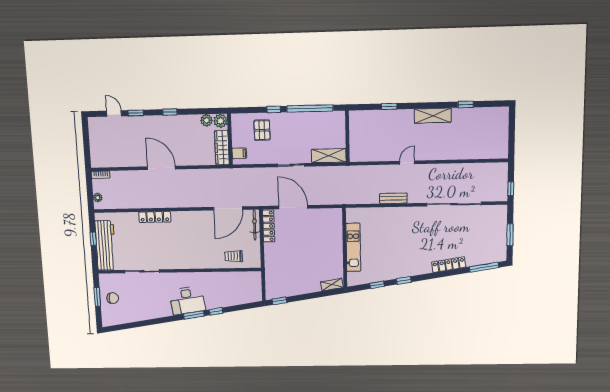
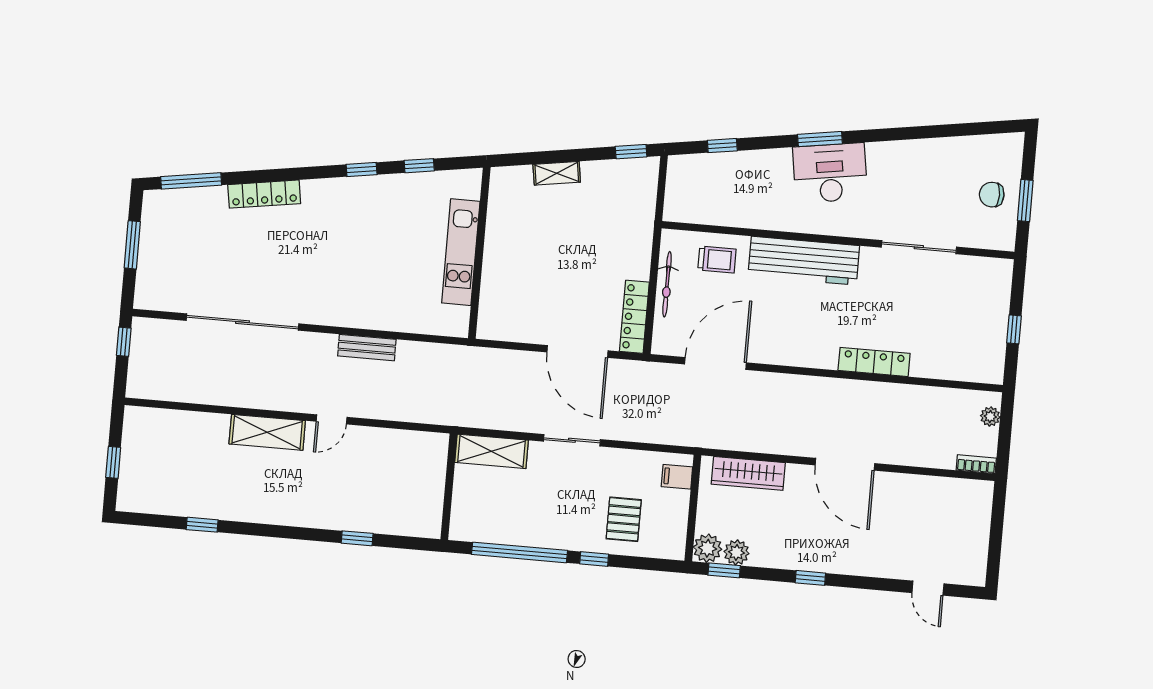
window: (136, 113) -> (724, 570), moved
shelving: (433, 116) -> (267, 432), moved
window: (512, 130) -> (113, 462), added
wardrobe: (222, 148) -> (748, 473), moved, turned 90
bicycle: (255, 225) -> (667, 284), moved
workbench: (106, 246) -> (804, 261), moved, turned -90
shelving: (332, 285) -> (557, 173), moved
window: (216, 311) -> (722, 146), moved

